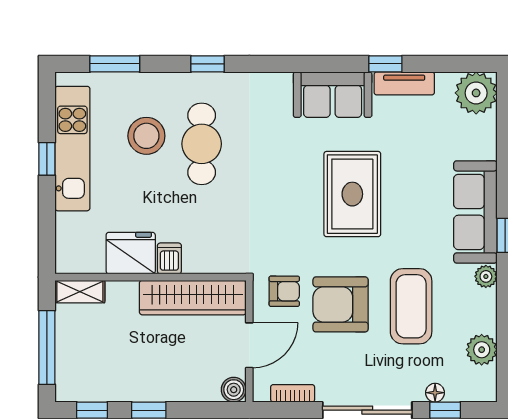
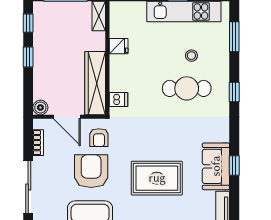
window: (385, 64) -> (234, 165), moved
stool: (146, 136) -> (191, 56), width x0.53, depth x0.53
fridge: (131, 253) -> (119, 46), width x0.53, depth x0.75
dishwasher: (169, 258) -> (118, 100), moved

